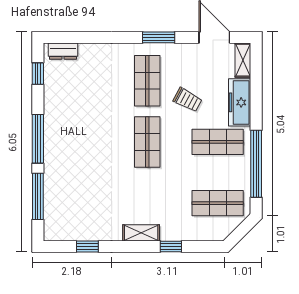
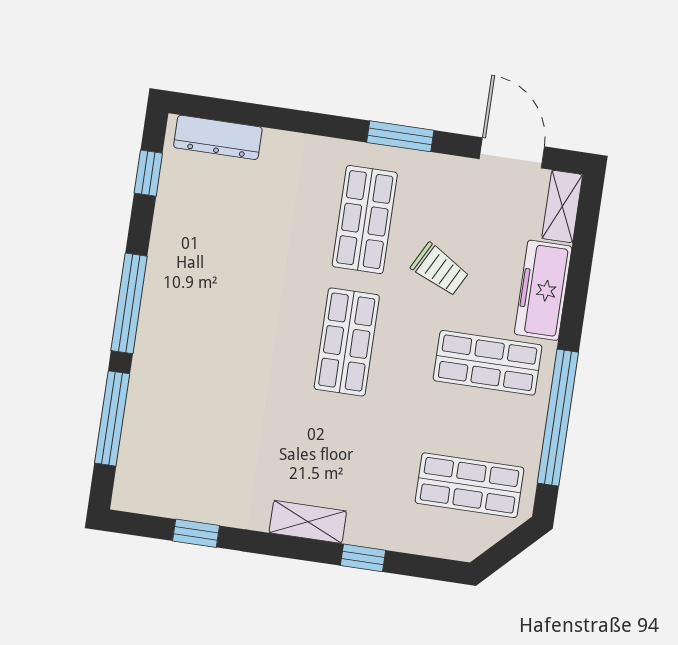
dresser: (63, 51) -> (218, 137), width x1.44

